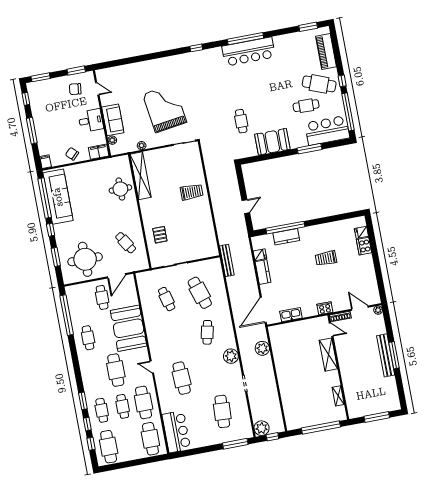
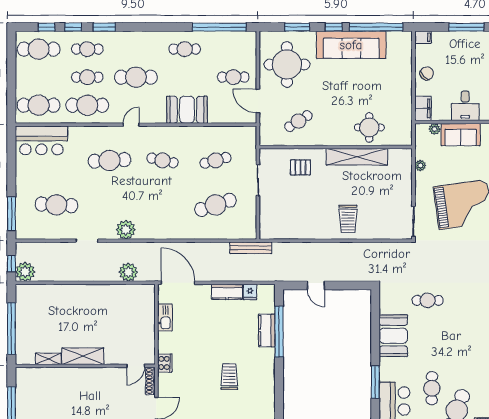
shelving: (141, 176) -> (357, 157), moved
sofa: (58, 197) -> (351, 45), moved
booth: (129, 328) -> (187, 110), width x0.73, depth x0.70
cafe table: (207, 332) -> (162, 160), moved
shelving: (328, 355) -> (83, 356), moved
plant: (262, 428) -> (25, 272), moved

